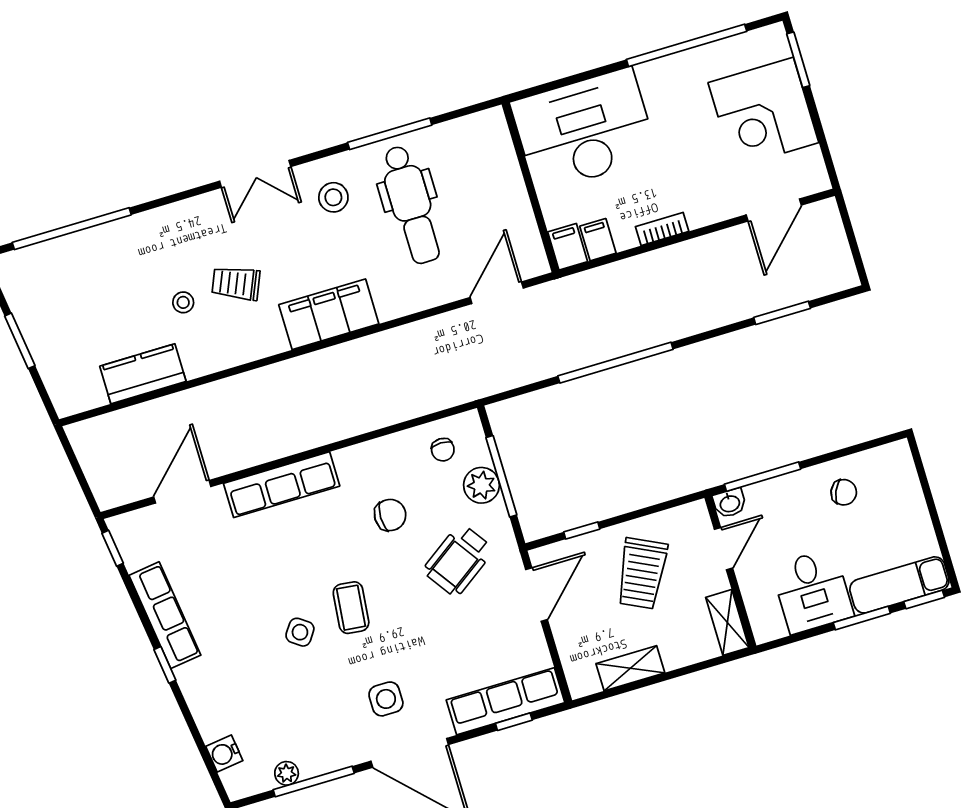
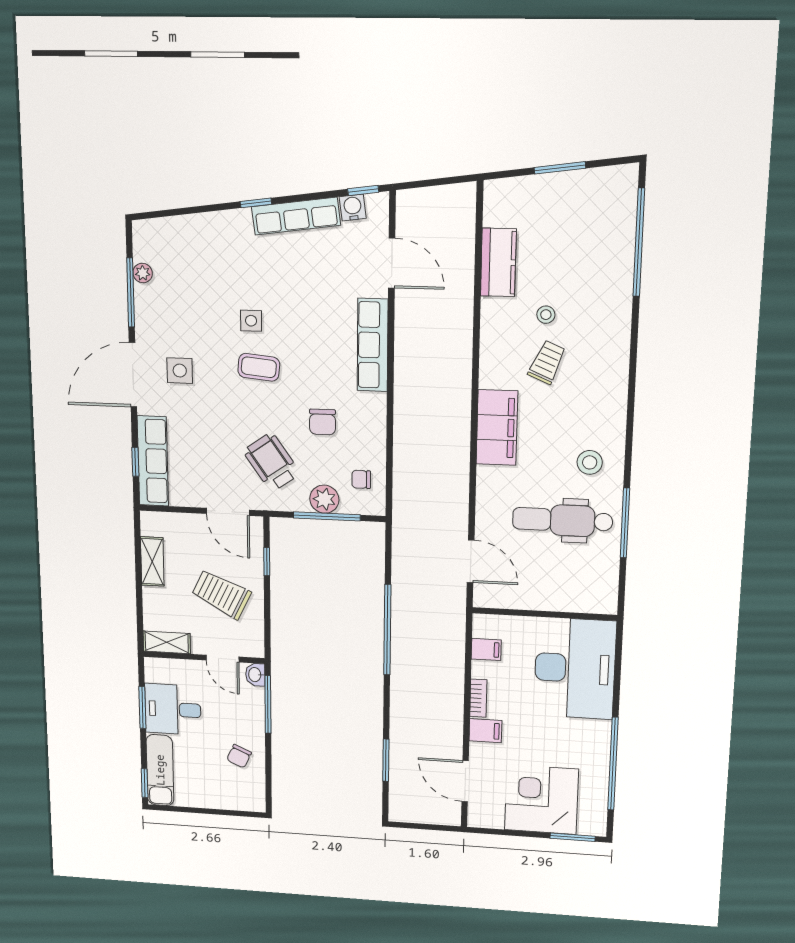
double door: (255, 174) -> (631, 407), removed
filing cabinet: (568, 247) -> (485, 731), moved
window: (862, 618) -> (142, 708), moved
side table: (300, 632) -> (251, 321), turned -35
water cooler: (224, 754) -> (353, 208), moved

